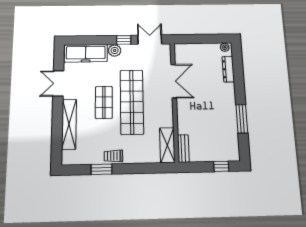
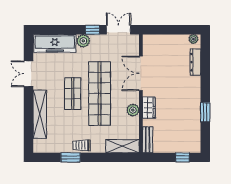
double door: (174, 81) -> (141, 73), swing flipped
wardrobe: (183, 115) -> (149, 108), added
plant: (167, 118) -> (133, 110), added
window: (242, 119) -> (205, 112), width x0.69
shelving: (167, 145) -> (122, 146), moved, turned 90

